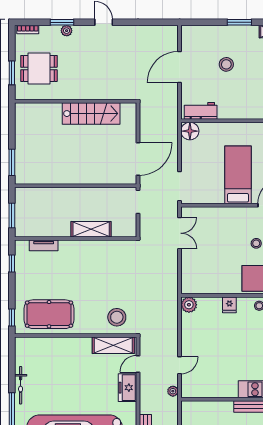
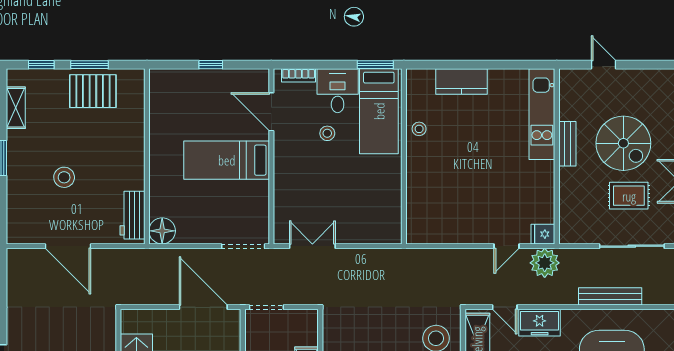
plant: (189, 305) -> (418, 232), removed
fridge: (229, 305) -> (543, 234), moved, turned 180
door: (180, 365) -> (507, 246), swing flipped
plant: (173, 391) -> (545, 263), width x1.87, depth x1.87

